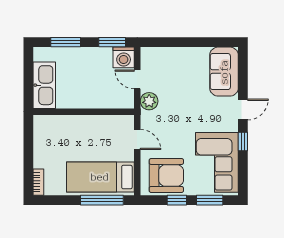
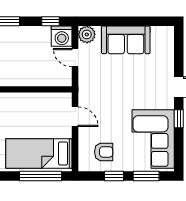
window: (112, 42) -> (51, 21), width x0.67
sofa: (224, 72) -> (126, 40), moved, turned -90
plant: (149, 101) -> (87, 34), moved
armchair: (166, 175) -> (104, 152), width x0.53, depth x0.53

